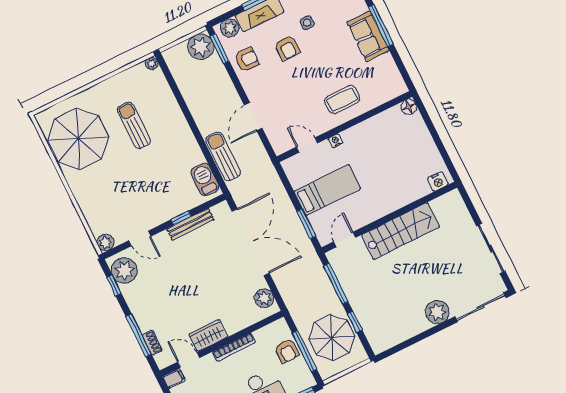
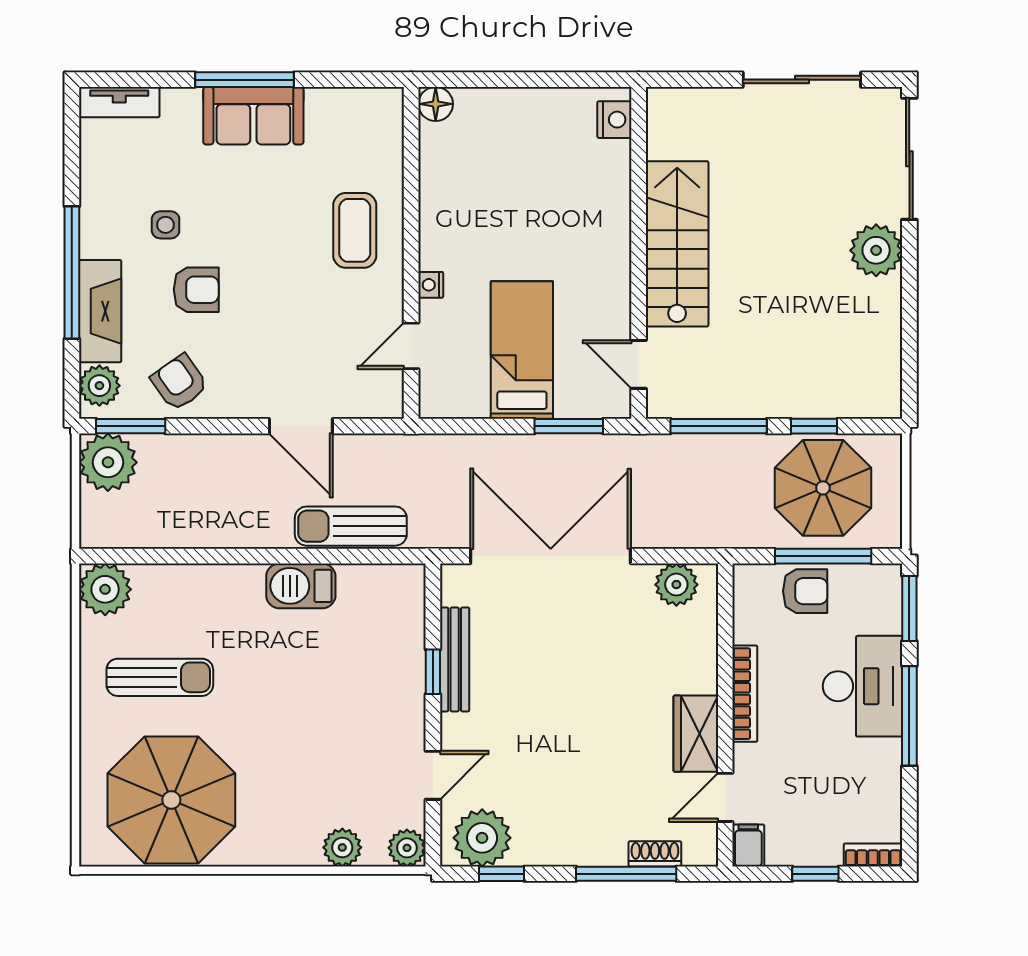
armchair: (247, 59) -> (179, 382), turned -38
plant: (152, 63) -> (105, 589), width x1.88, depth x1.88
sun lounger: (134, 126) -> (160, 677), moved, turned 180
barbecue: (205, 180) -> (301, 586), moved
plant: (93, 217) -> (342, 847), added

